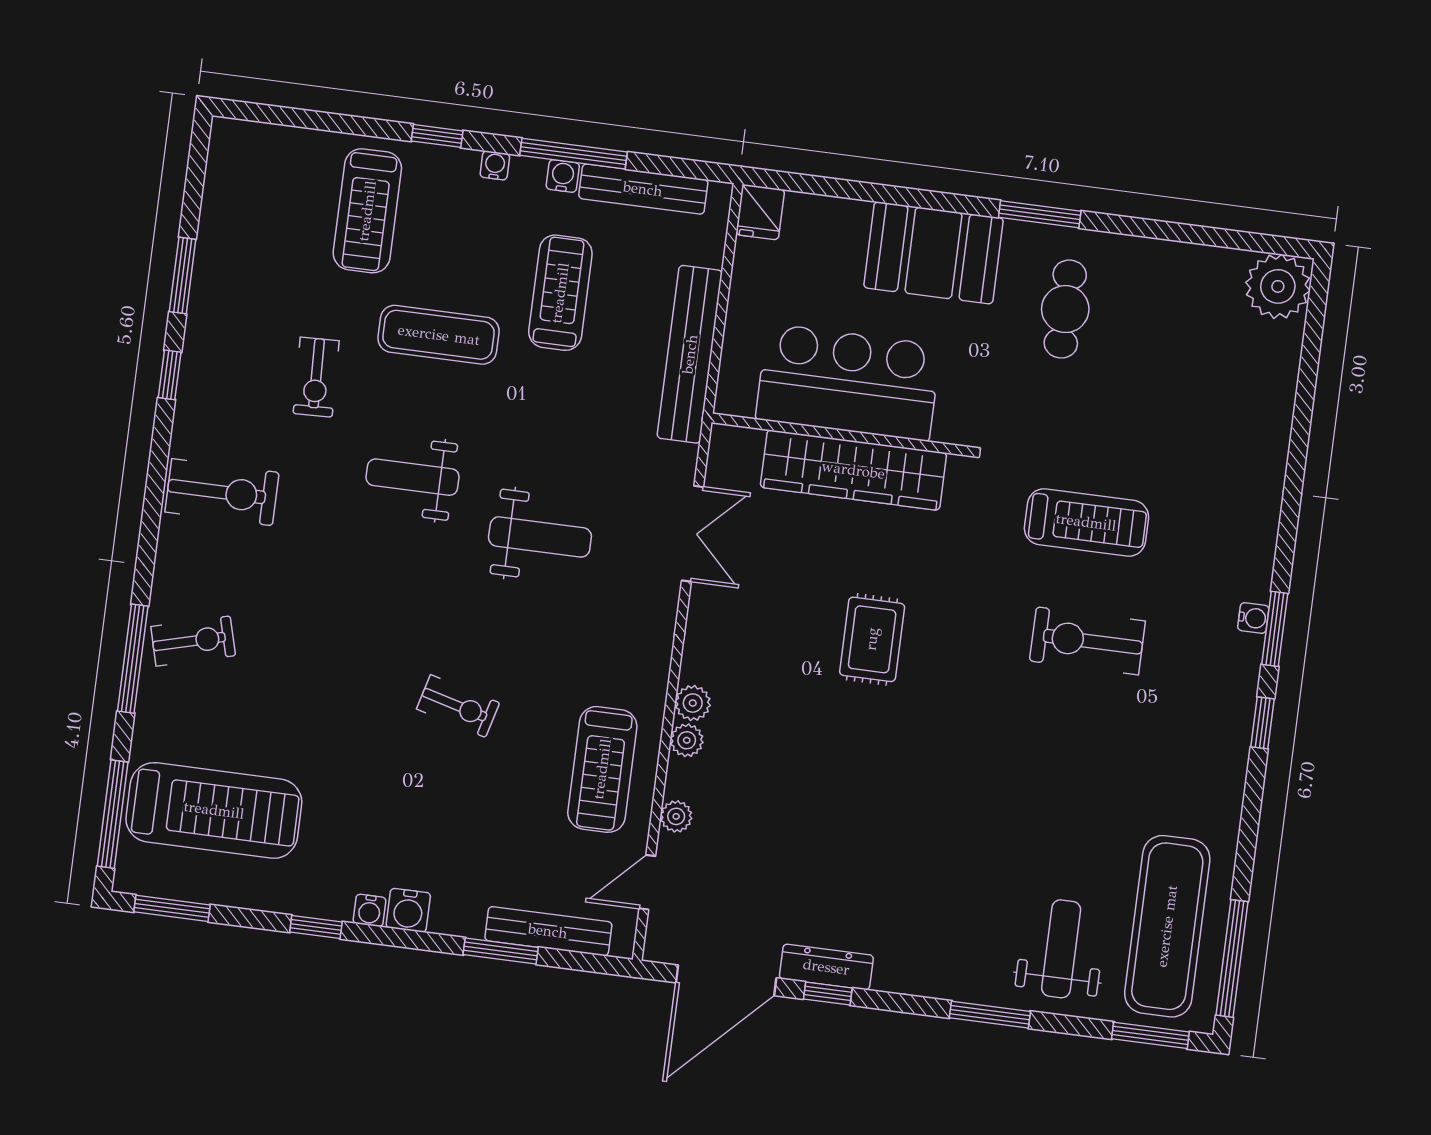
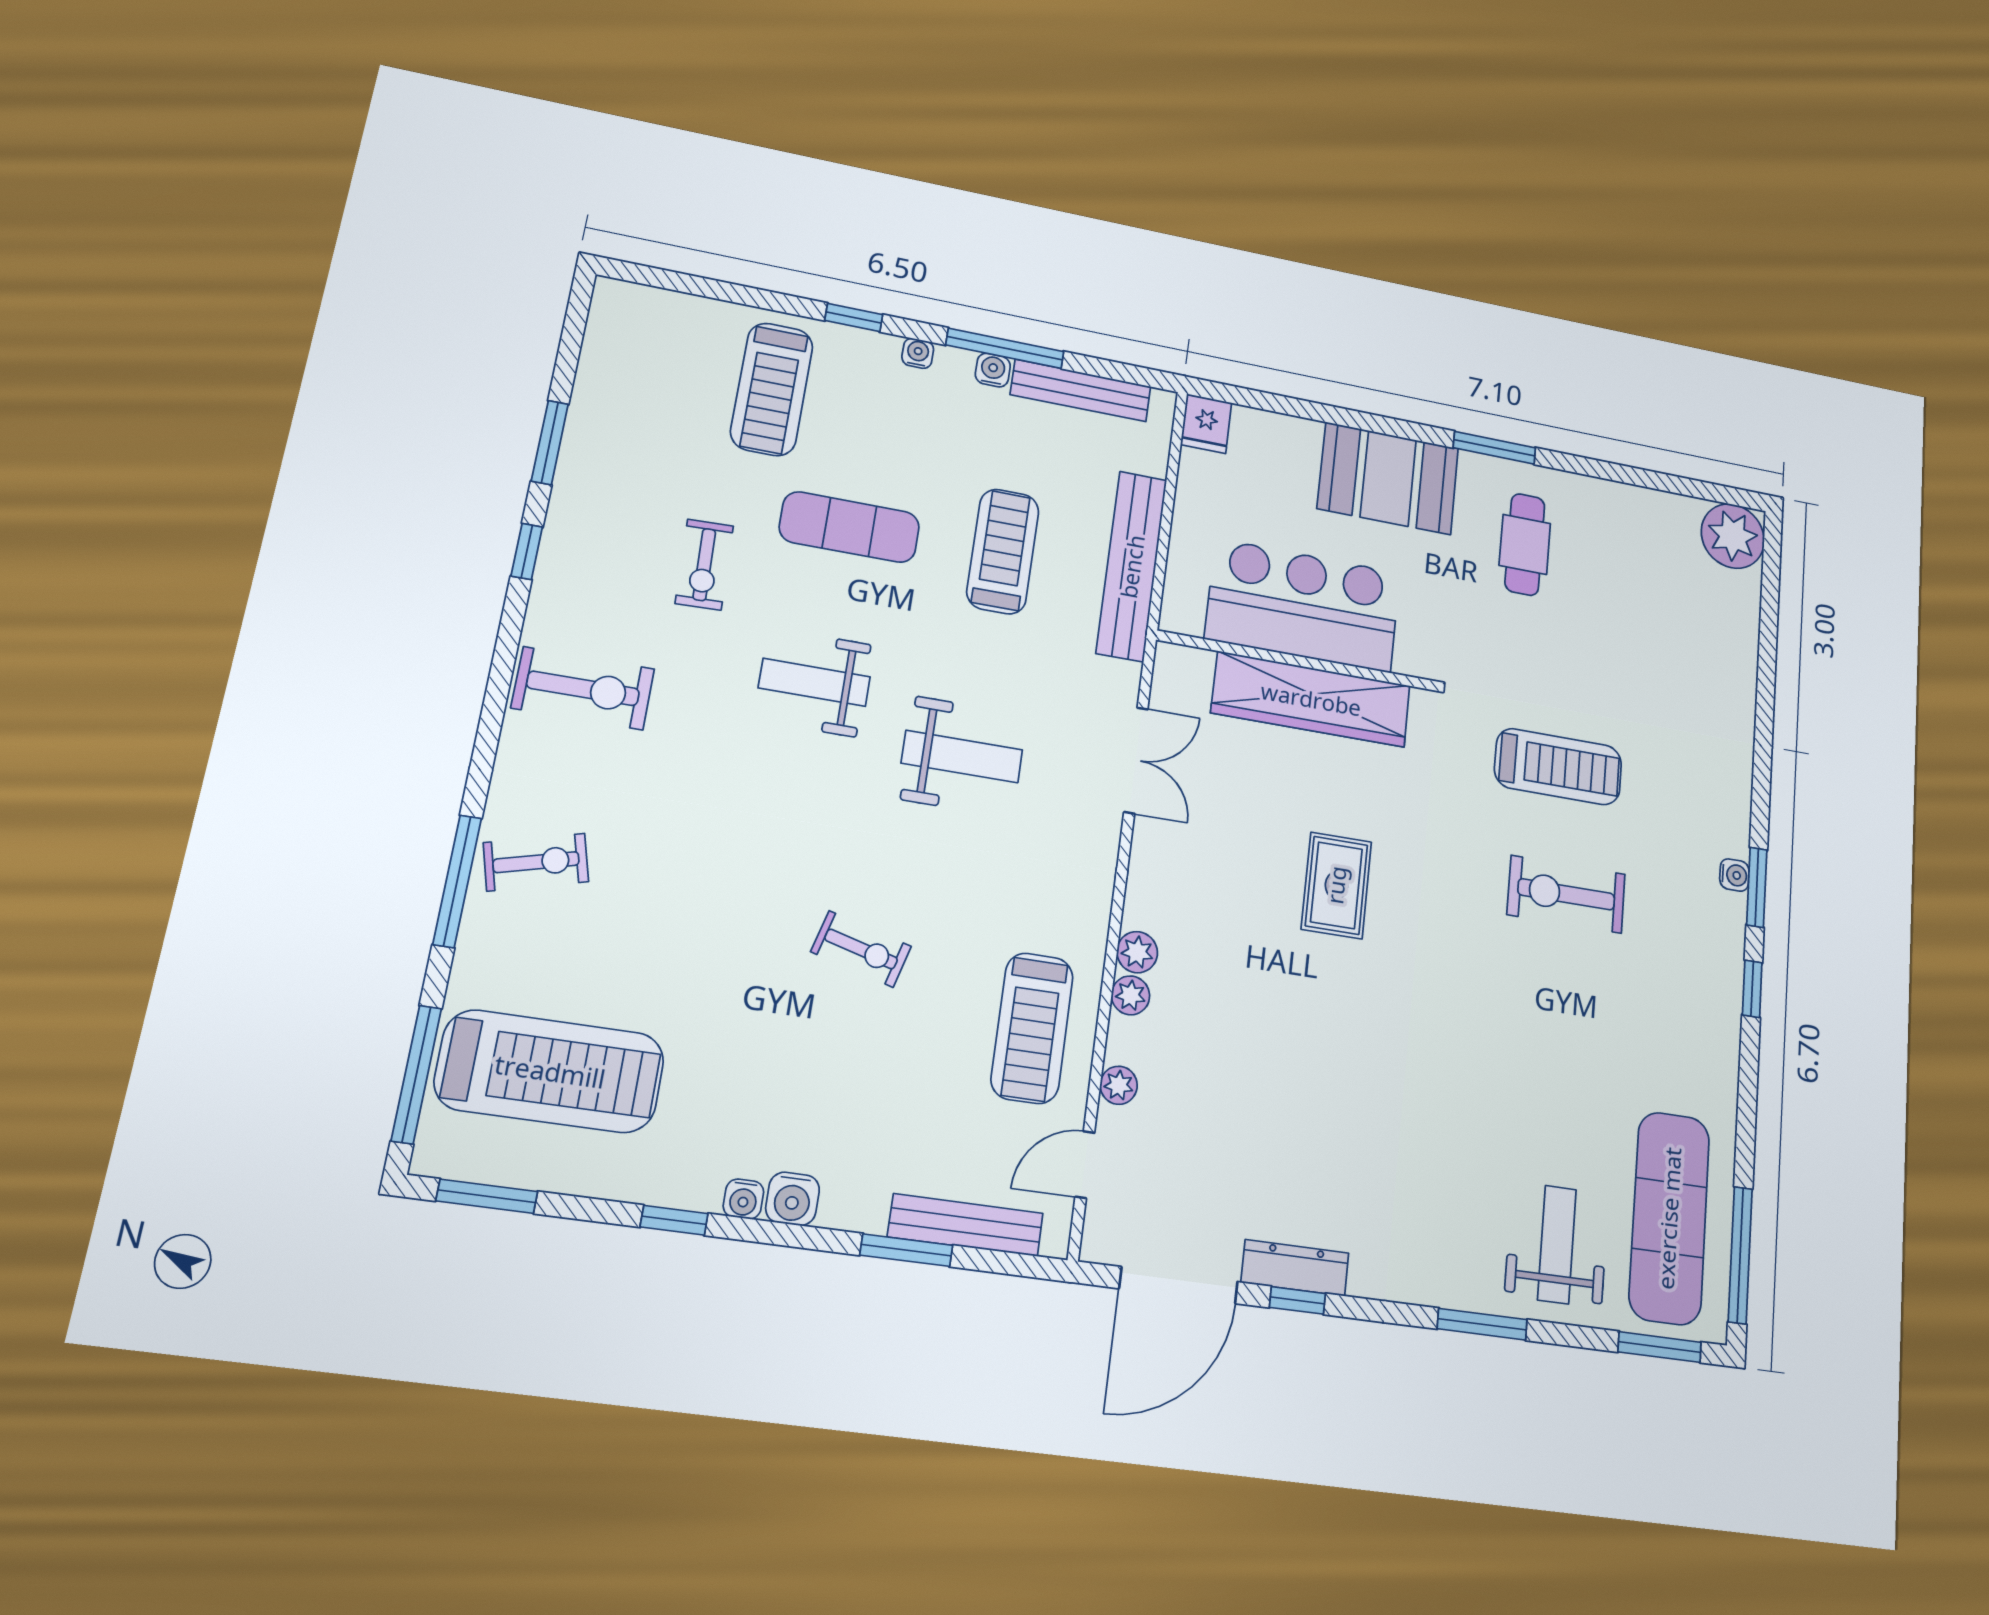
treadmill: (560, 293) -> (1003, 551), moved

